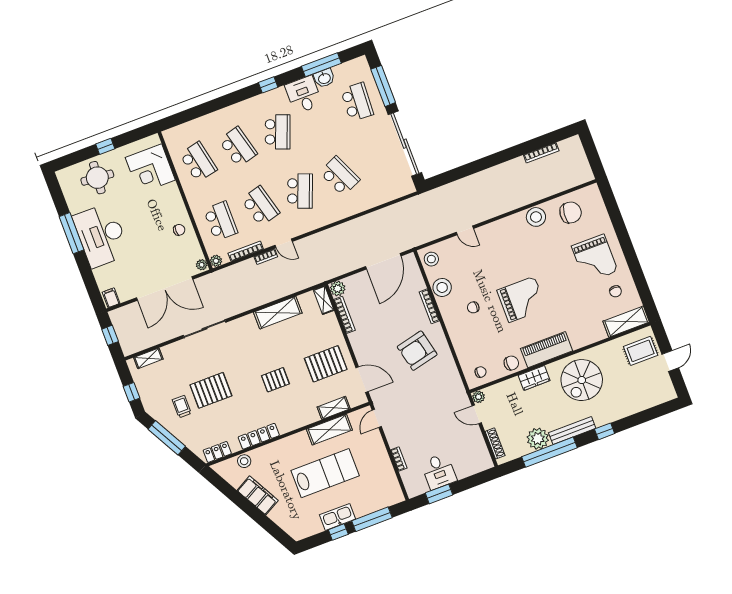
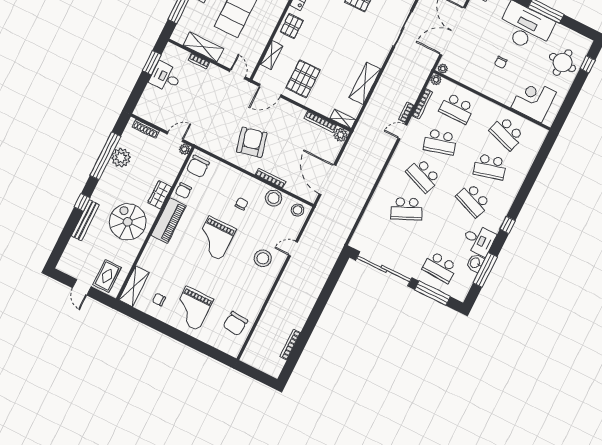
window: (105, 146) -> (588, 64), moved
school desk: (198, 162) -> (507, 133), turned 30
stool: (536, 217) -> (263, 258), moved
chair: (179, 230) -> (501, 62), moved
grand piano: (595, 258) -> (192, 308), turned -90
chair: (481, 372) -> (198, 166), width x1.87, depth x1.87
pallet: (275, 380) -> (292, 26), moved
shelving: (329, 430) -> (203, 47), moved, turned 90
bench: (572, 430) -> (85, 220), moved

